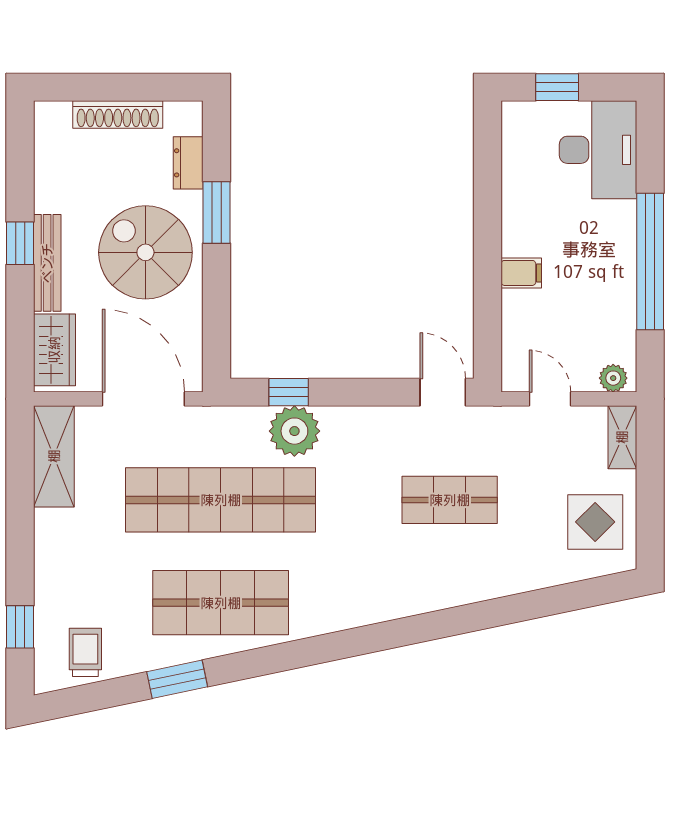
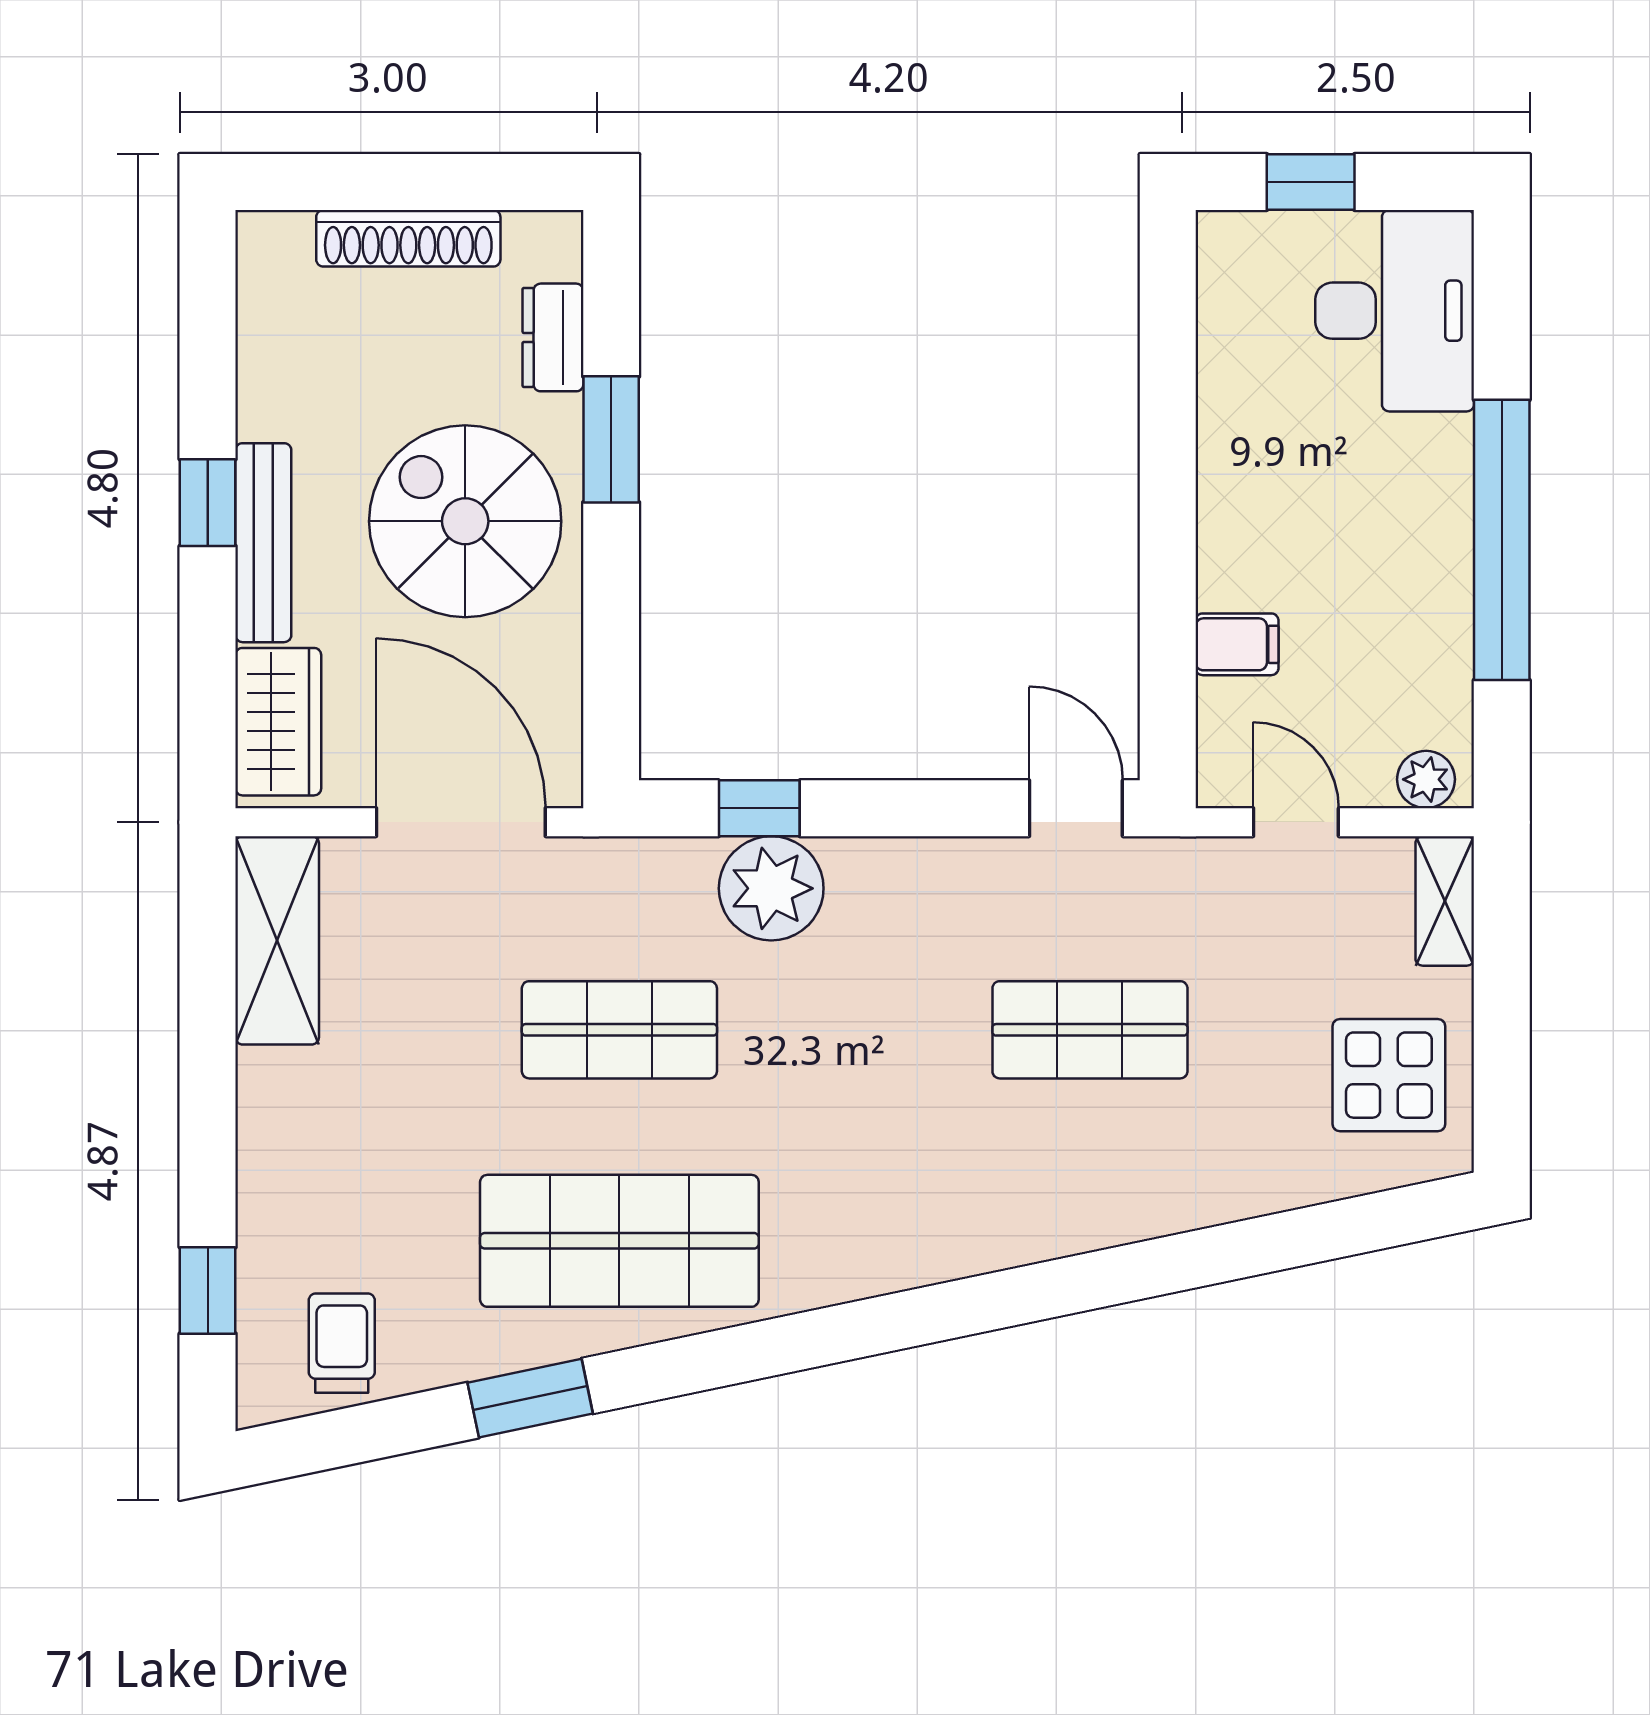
filing cabinet: (521, 273) -> (1237, 644), moved
shop shelf: (221, 500) -> (619, 1030), width x0.50, depth x0.74

